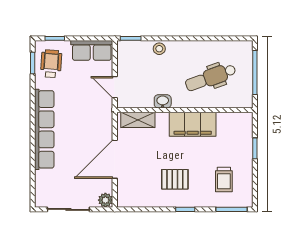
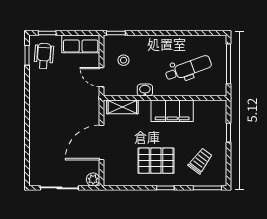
stool: (159, 49) -> (124, 60), moved
dental chair: (211, 77) -> (188, 68), turned 180
row of seats: (44, 129) -> (38, 115), removed
pallet: (175, 179) -> (156, 161), width x1.50, depth x1.42
trolley: (224, 180) -> (200, 161), turned -143

